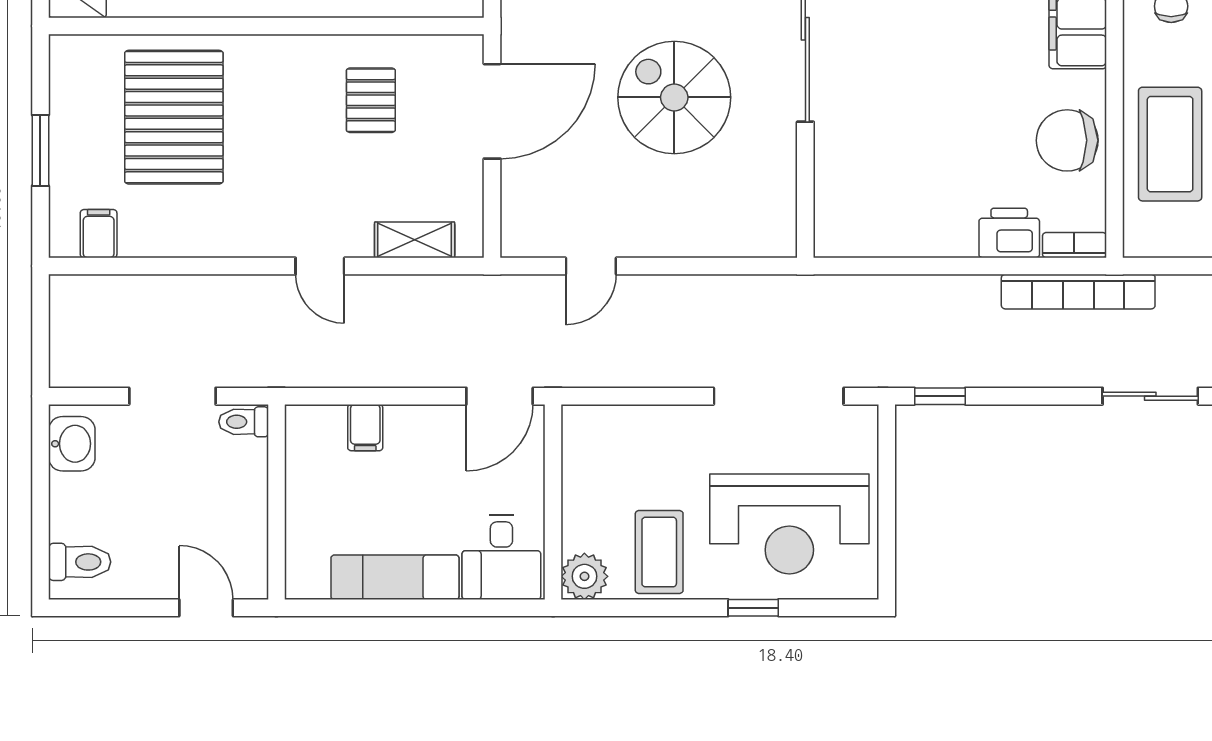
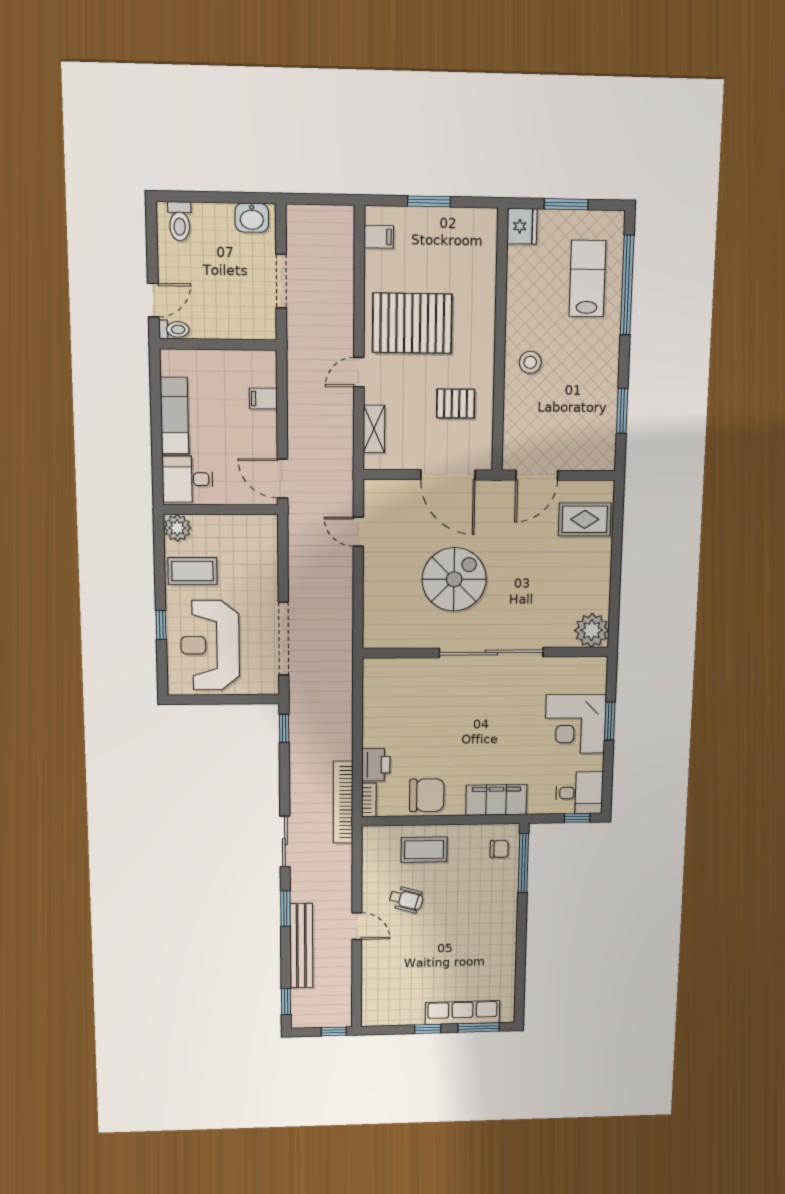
pallet: (174, 117) -> (412, 323), moved
chair: (1067, 140) -> (427, 795), turned 90
coffee table: (1170, 144) -> (424, 850), width x0.73, depth x0.76
toilet: (244, 422) -> (174, 329), moved, turned 90

